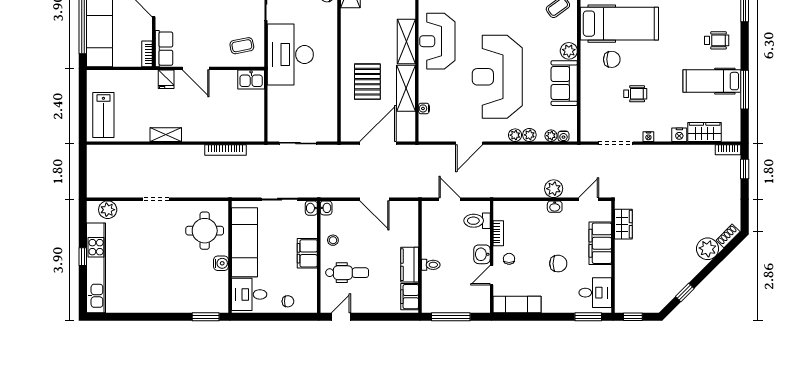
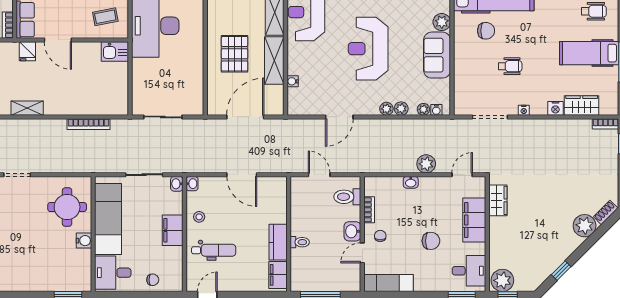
reception desk: (497, 77) -> (368, 49), width x0.74, depth x0.77
washbasin: (555, 207) -> (411, 182), moved
plant: (628, 302) -> (502, 280), added

